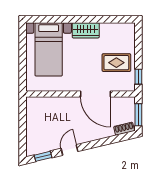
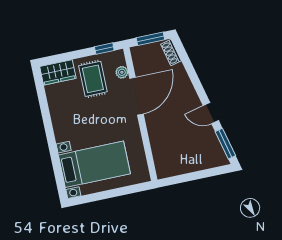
wardrobe: (86, 30) -> (58, 72), moved, turned 90
plant: (117, 87) -> (122, 72), added
window: (43, 156) -> (225, 144), width x1.50

